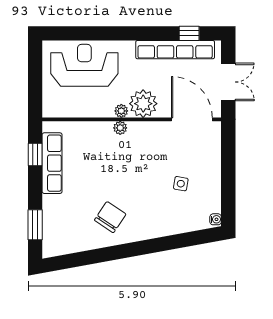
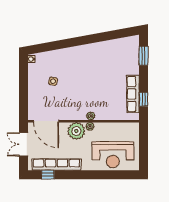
chair: (110, 217) -> (97, 60), removed

